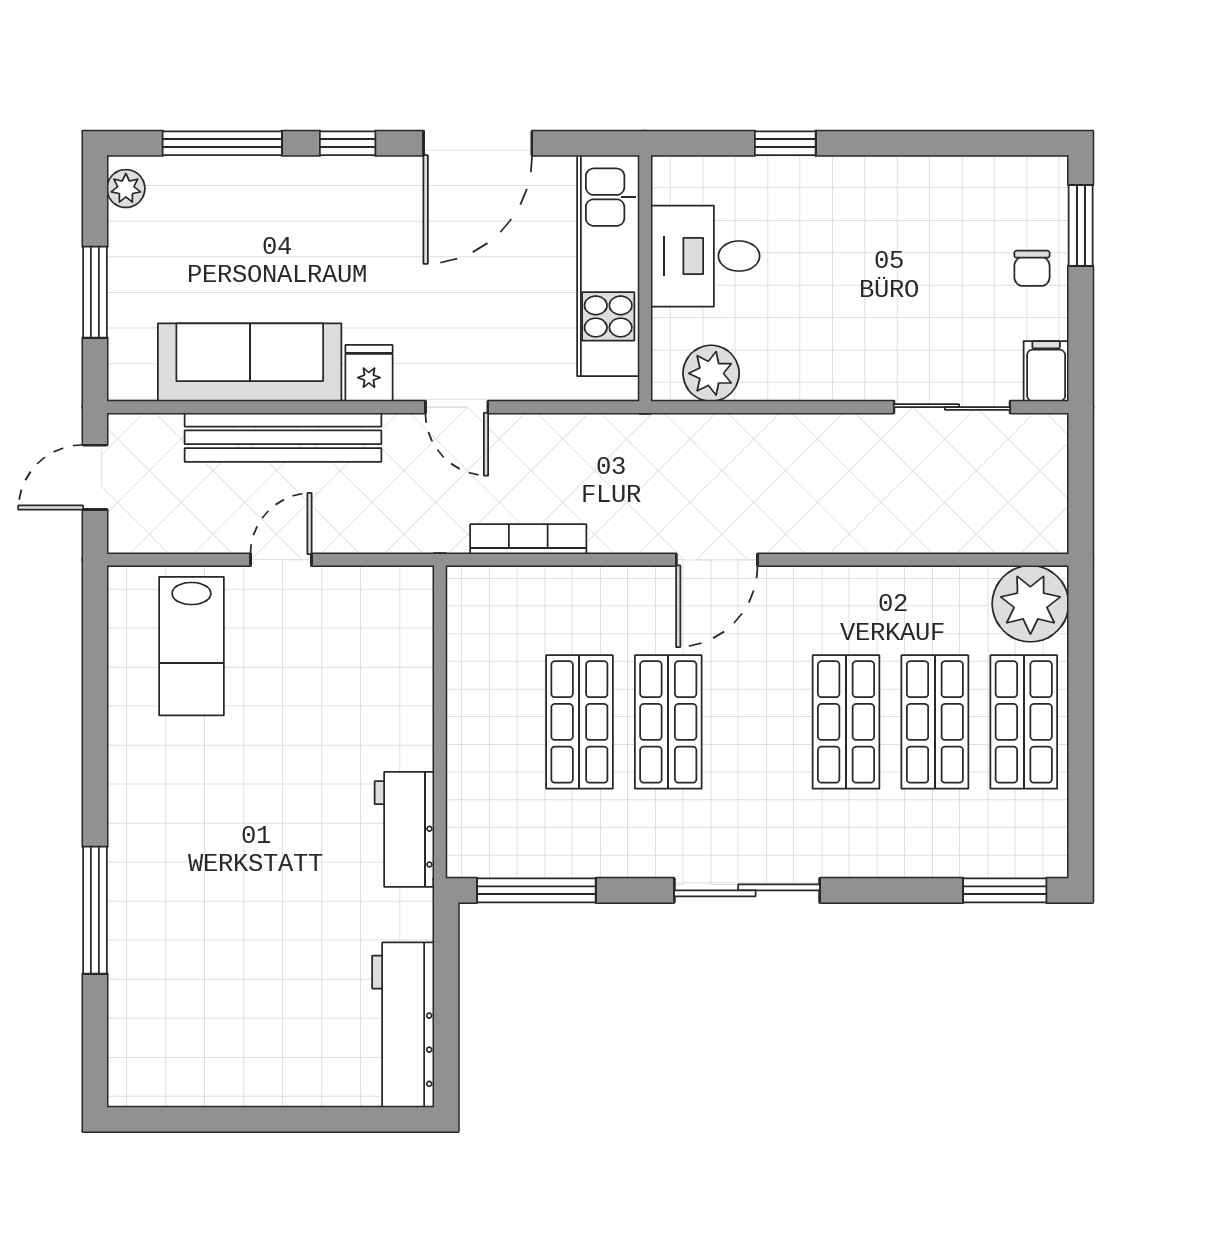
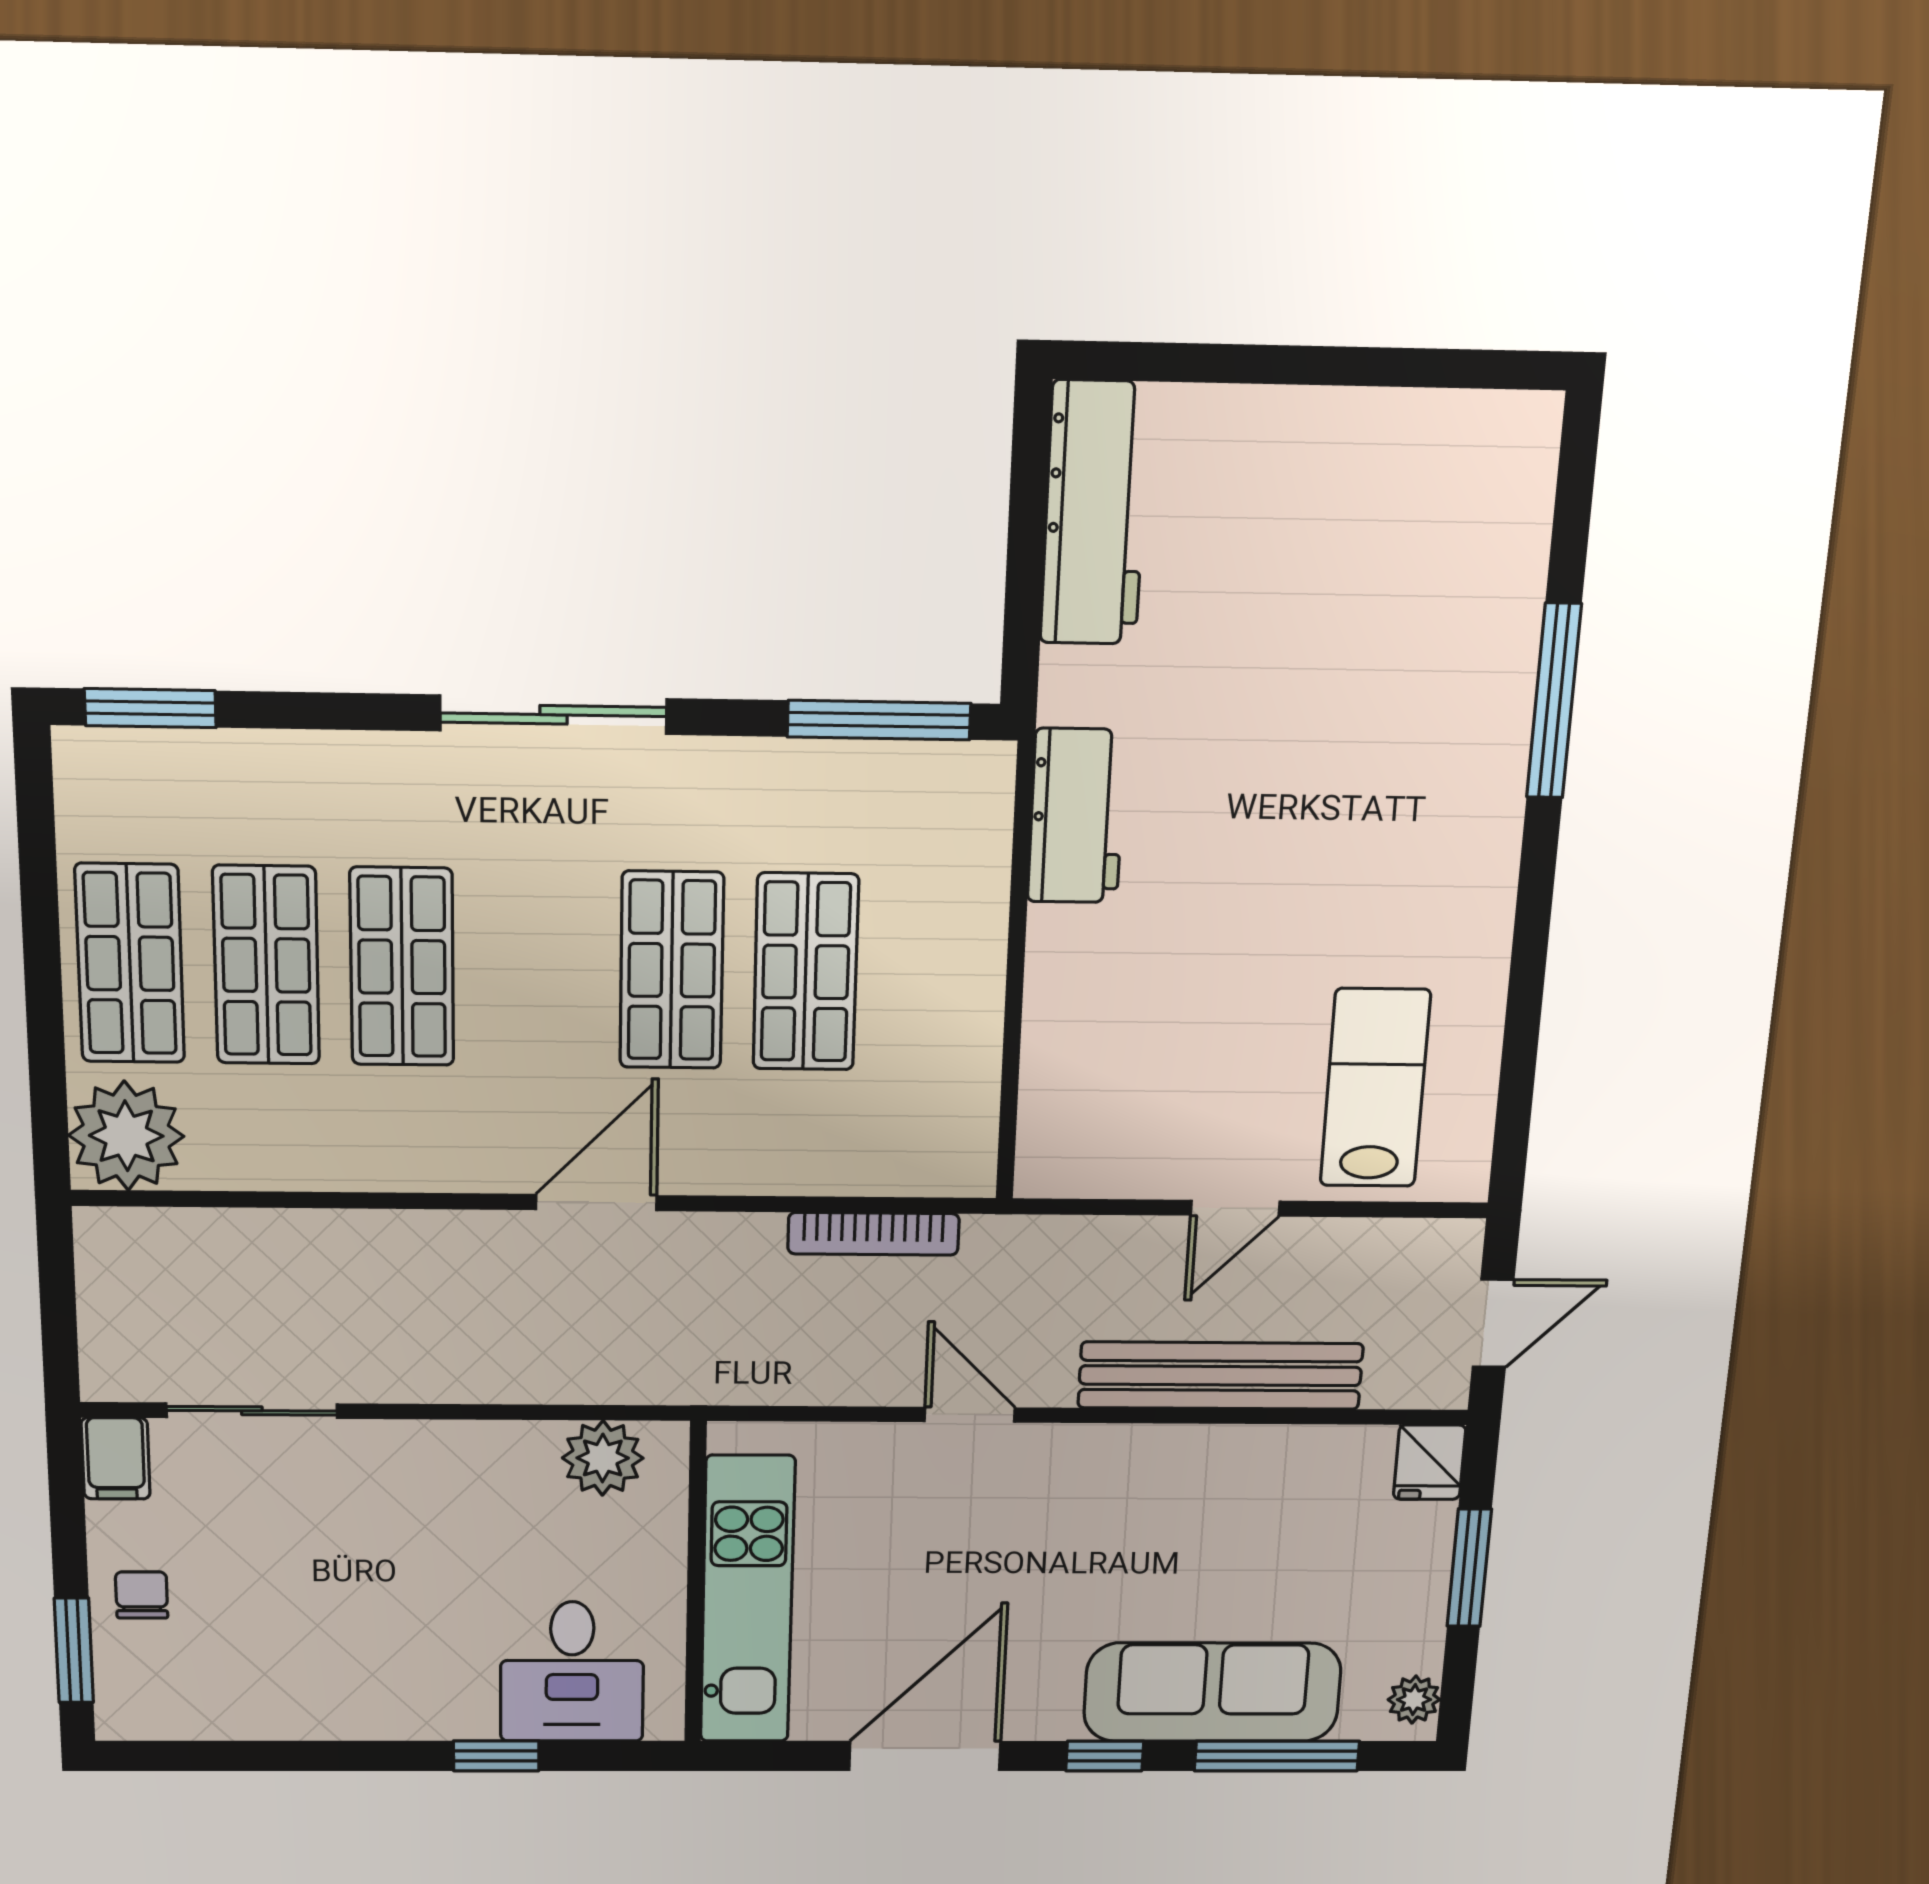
desk: (705, 256) -> (572, 1672), moved, turned 90
sofa: (250, 362) -> (1212, 1692), moved, turned 180
fridge: (369, 373) -> (1430, 1462), moved

